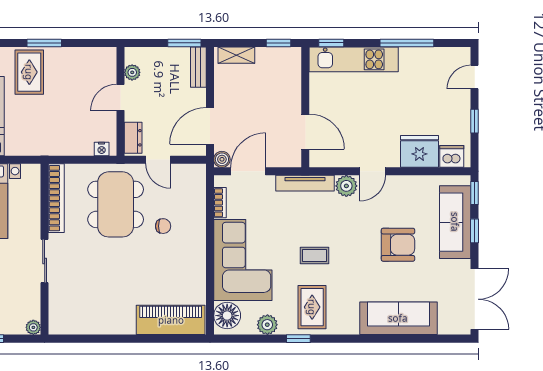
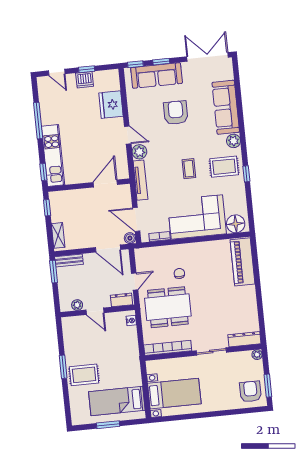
dishwasher: (452, 156) -> (85, 80), moved, turned -90
dresser: (58, 311) -> (244, 339), added
plant: (267, 325) -> (234, 141), moved

